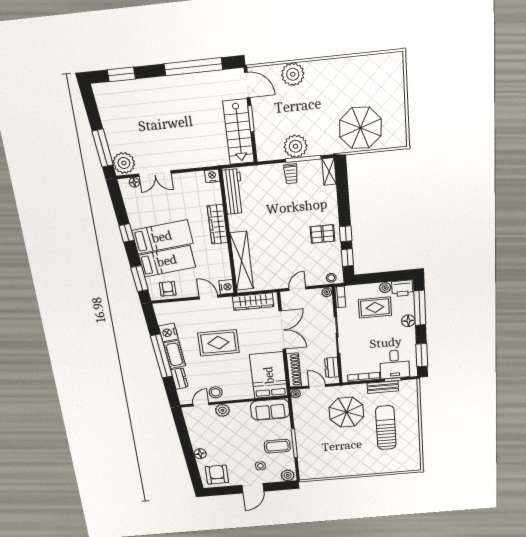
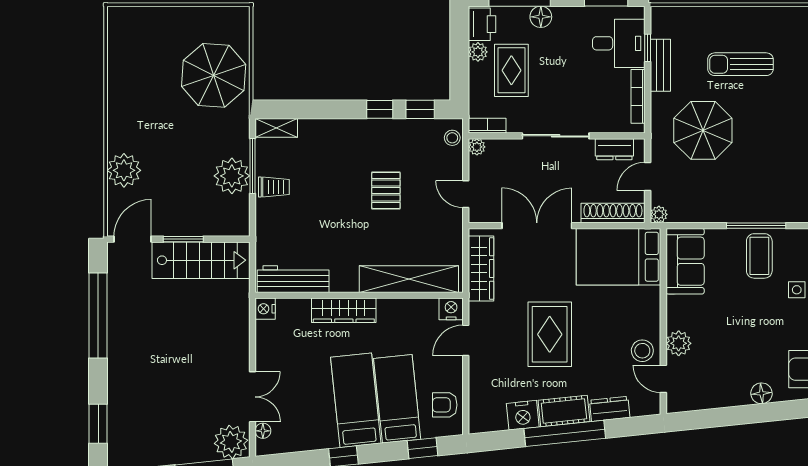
pallet: (322, 234) -> (386, 190), moved
window: (139, 279) -> (423, 448), width x0.67
sun lounger: (386, 428) -> (741, 64), width x0.73, depth x0.75

